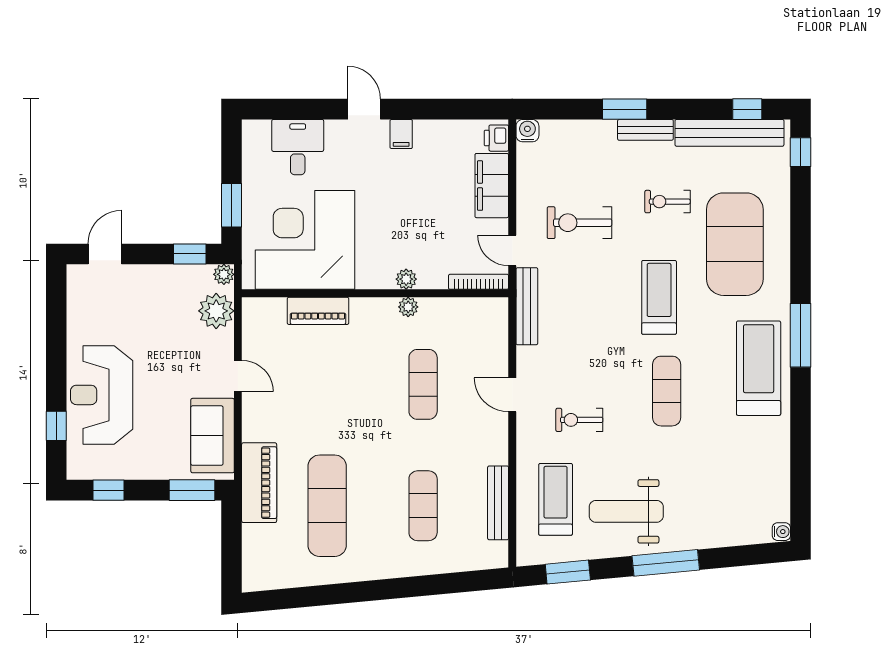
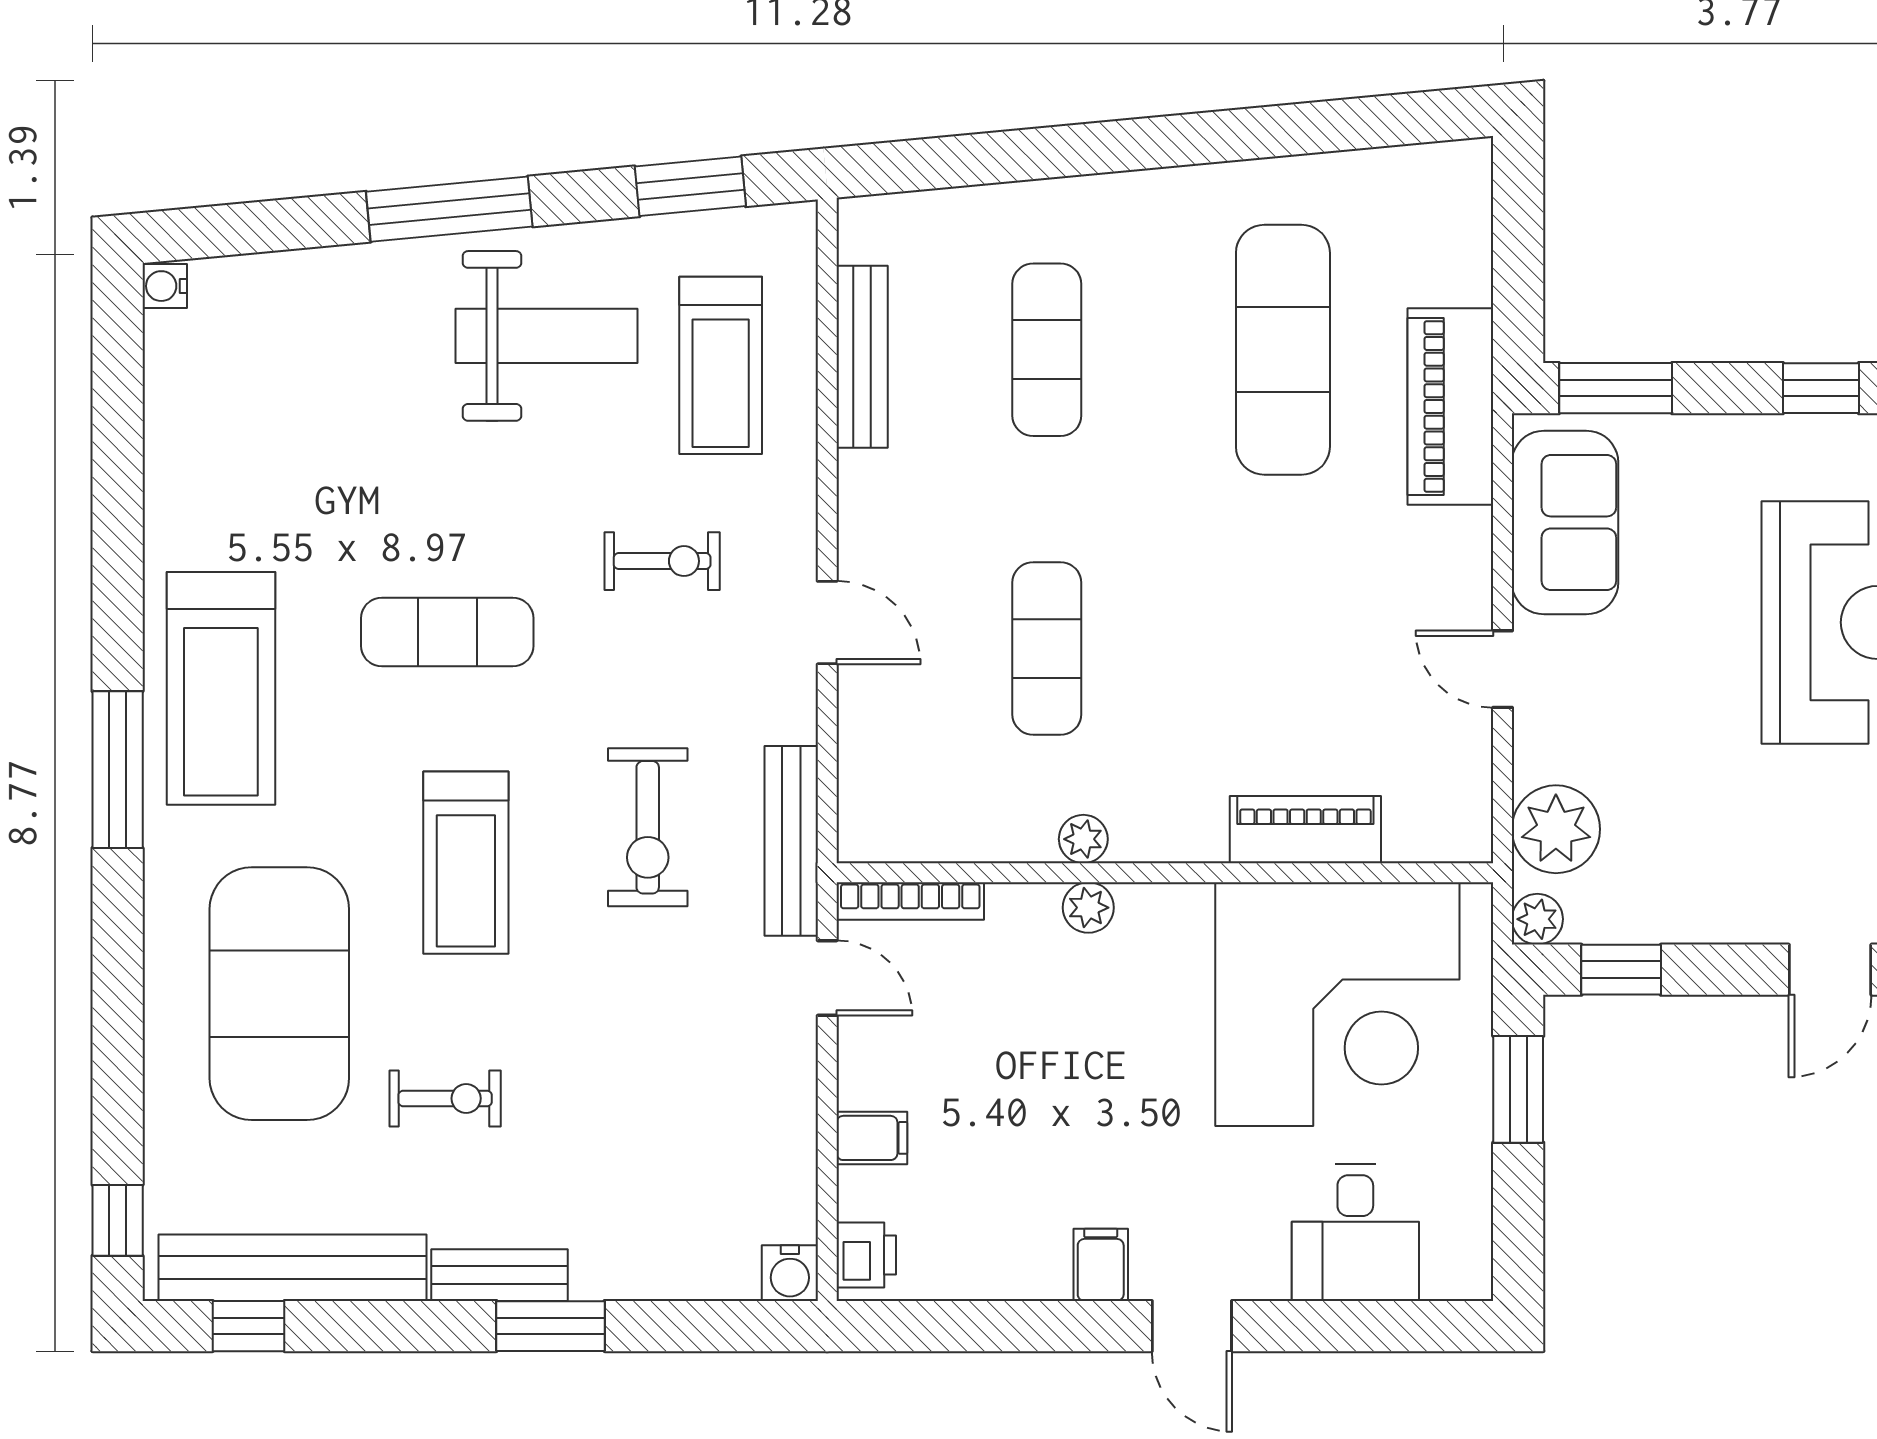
filing cabinet: (492, 186) -> (872, 1138), width x0.33, depth x0.86
exercise bike: (579, 223) -> (648, 827), moved, turned 90
exercise mat: (667, 391) -> (447, 632), turned 90

